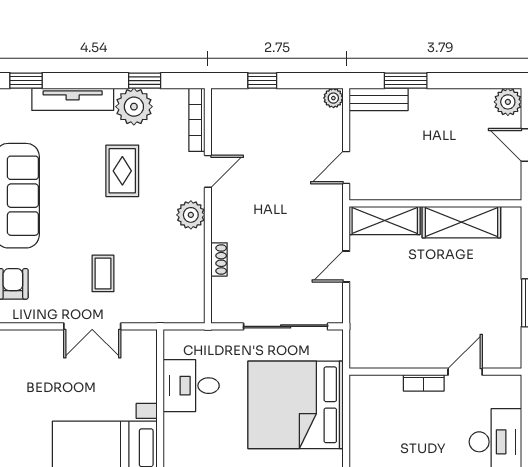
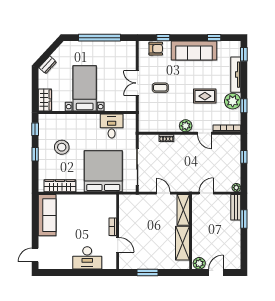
plant: (508, 102) -> (199, 263), moved
door: (346, 168) -> (206, 193), hinge flipped

